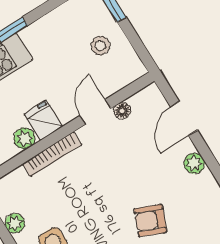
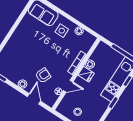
door: (95, 112) -> (68, 86), hinge flipped
armchair: (150, 221) -> (43, 75), moved

